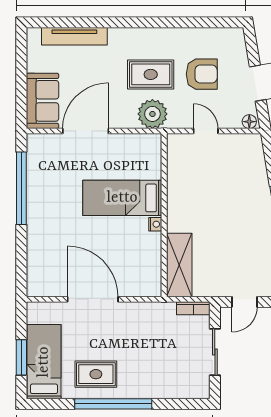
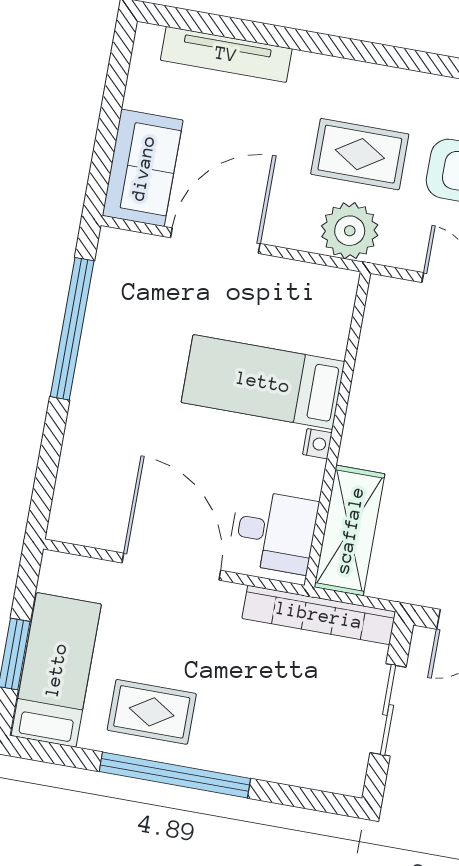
desk: (141, 272) -> (273, 532), added
bookcase: (193, 308) -> (319, 615), width x2.31, depth x1.31

